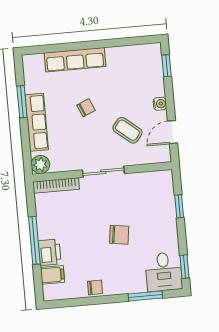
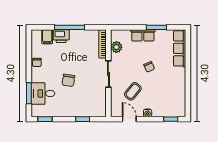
row of seats: (75, 60) -> (180, 48), moved
row of seats: (37, 122) -> (143, 35), width x0.68
plant: (40, 164) -> (116, 47), moved
desk: (164, 272) -> (43, 94), moved

